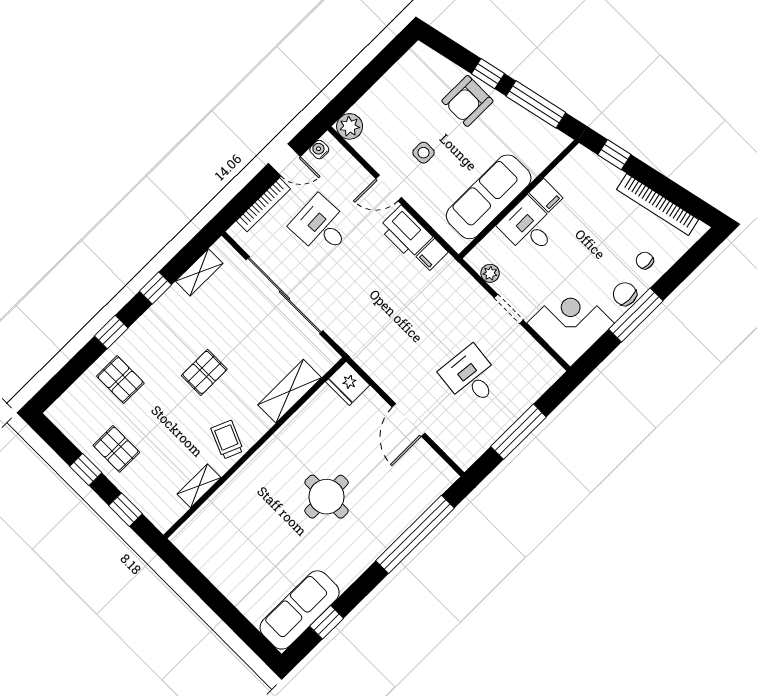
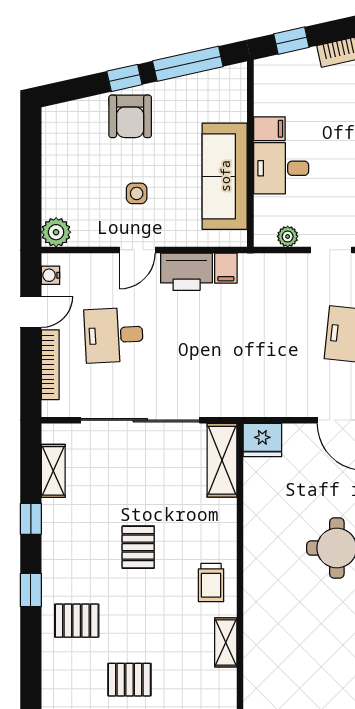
shelving: (290, 391) -> (222, 460), moved
trolley: (227, 440) -> (211, 583), turned -113

